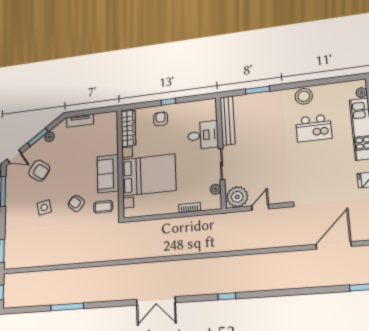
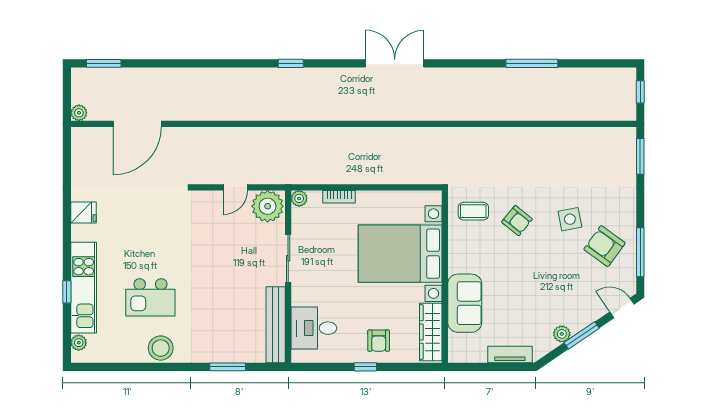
kitchen island: (314, 128) -> (150, 297), turned 180
desk: (203, 135) -> (314, 328), moved
armchair: (39, 171) -> (604, 246), moved
sofa: (108, 174) -> (465, 303), moved
plant: (215, 189) -> (299, 198), moved

